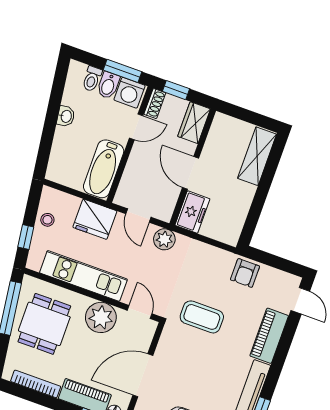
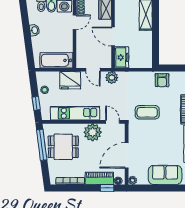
bathtub: (104, 169) -> (56, 60), moved, turned 90
dining table: (44, 324) -> (63, 147), turned 90

